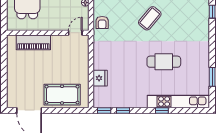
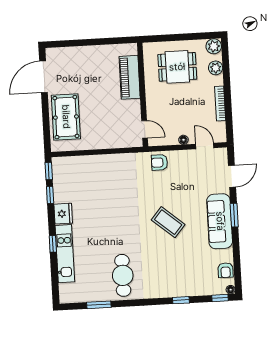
cafe table: (164, 62) -> (123, 275), moved
fridge: (100, 78) -> (63, 214), moved, turned -90
kitchen unit: (178, 101) -> (65, 254), width x0.73

